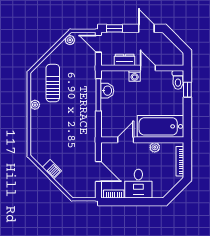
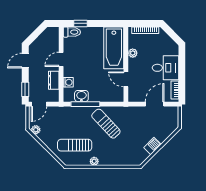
washing machine: (135, 76) -> (68, 82), moved
sun lounger: (77, 118) -> (106, 124), added

